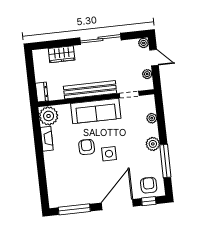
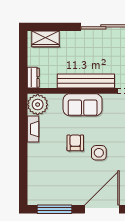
wardrobe: (62, 54) -> (45, 39), moved
sofa: (96, 111) -> (83, 105), width x0.73

